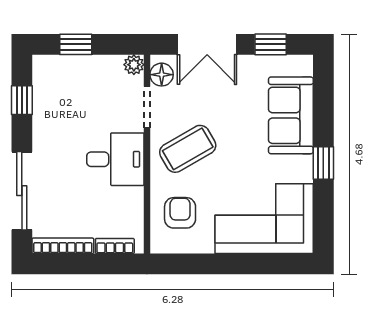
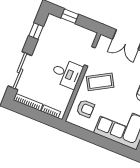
plant: (134, 65) -> (92, 35), removed
floor lamp: (162, 75) -> (102, 45), removed
armchair: (180, 213) -> (85, 109), turned 90

